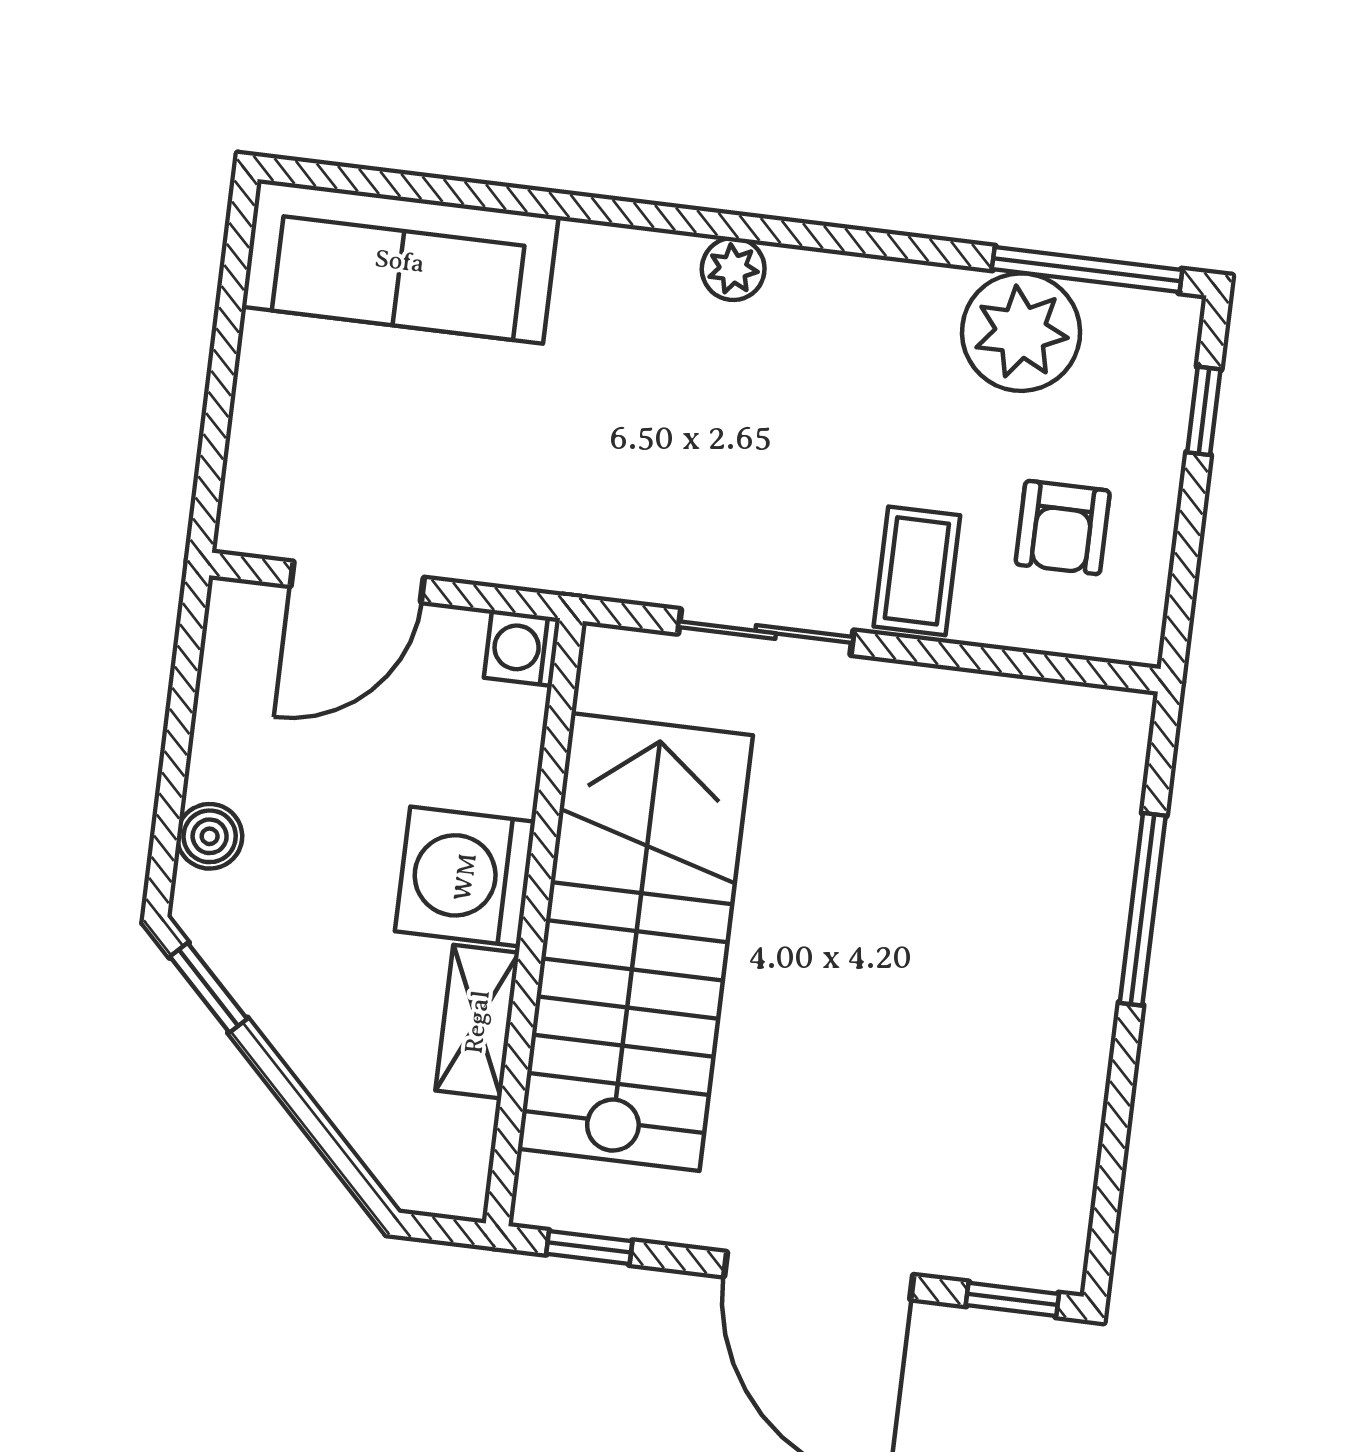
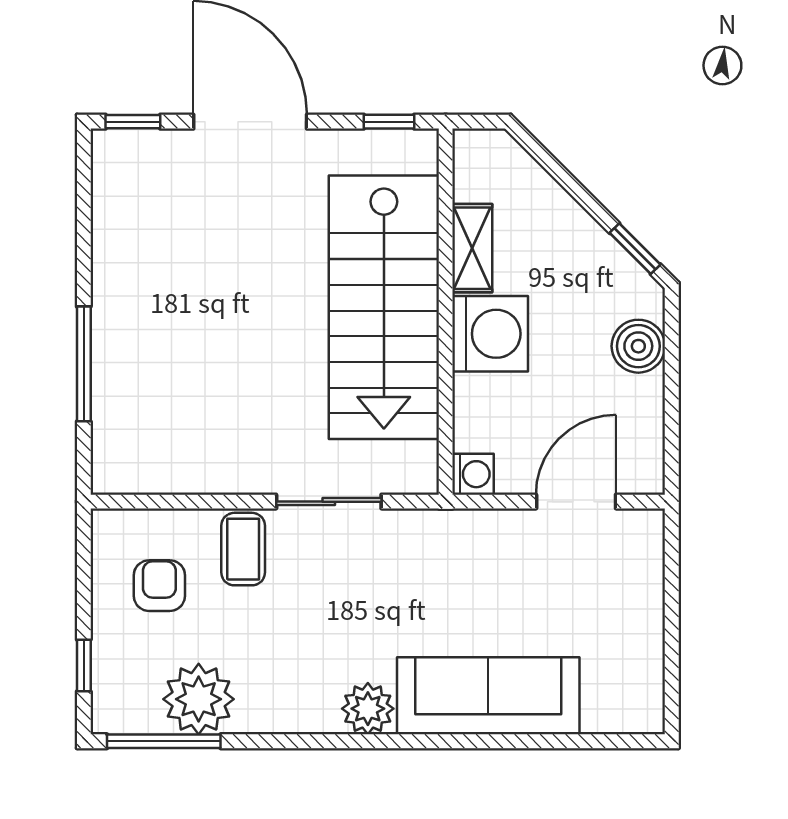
sofa: (400, 261) -> (488, 696), moved
plant: (733, 269) -> (368, 709), width x1.38, depth x1.38
boiler: (210, 836) -> (638, 346), width x1.36, depth x1.36

